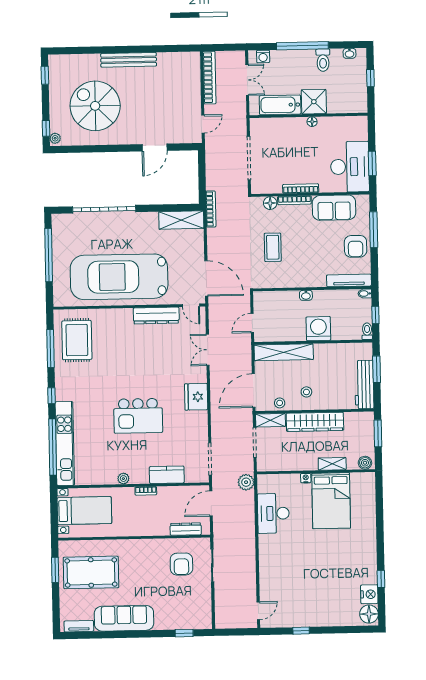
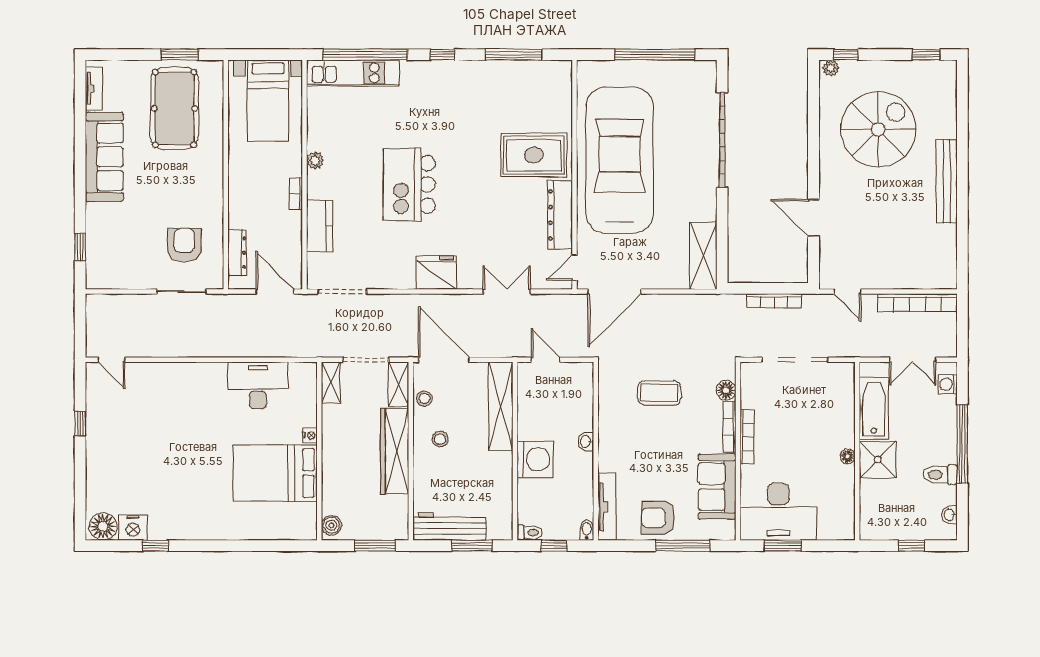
bookcase: (211, 209) -> (774, 301), moved
rug: (77, 340) -> (534, 155), moved
kitchen unit: (65, 444) -> (353, 73), width x0.73
shelving: (332, 464) -> (331, 383), moved
plant: (246, 482) -> (306, 345), removed
armchair: (181, 564) -> (184, 245), turned 90

